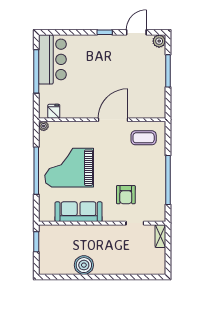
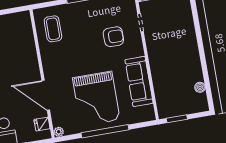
door: (113, 120) -> (46, 95), moved
boiler: (84, 265) -> (200, 87), moved, width x0.54, depth x0.54

